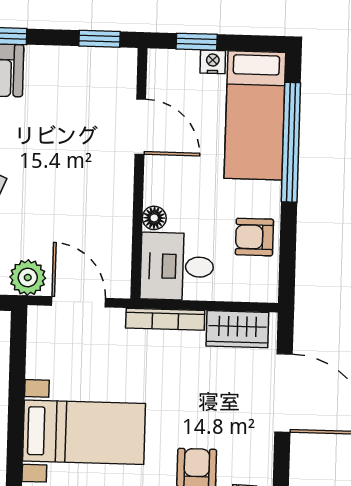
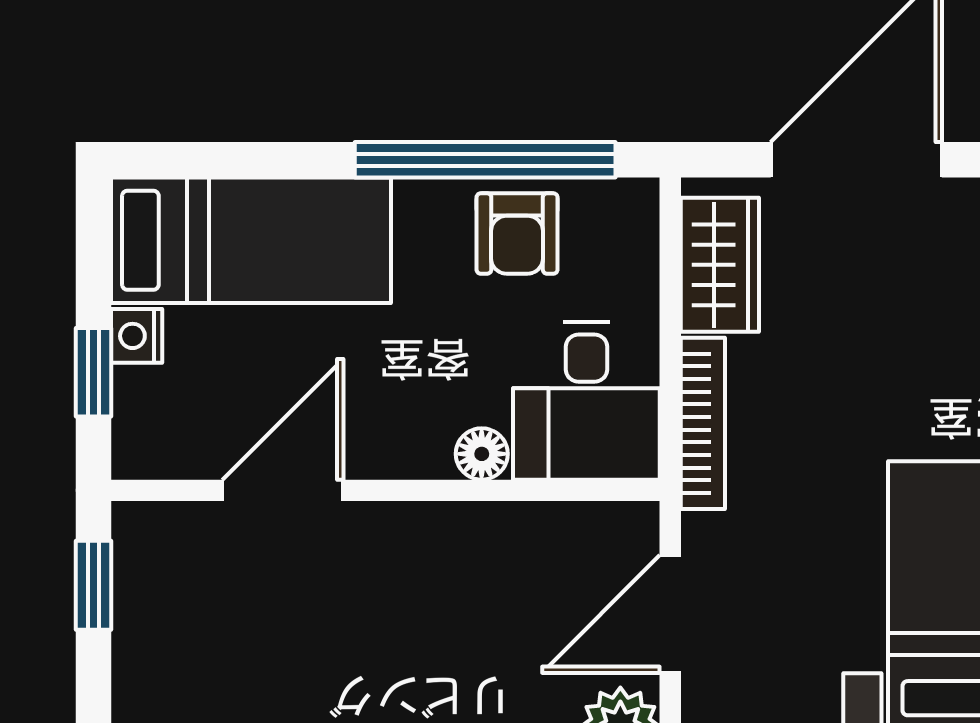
window: (291, 142) -> (485, 160), moved

